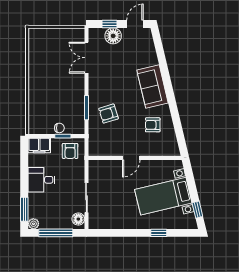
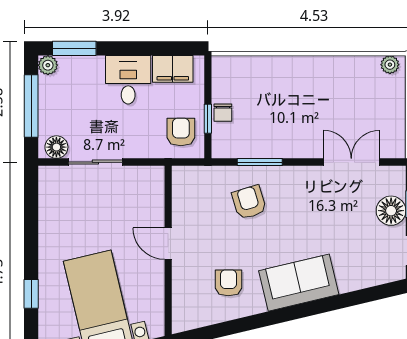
plant: (33, 37) -> (390, 65), added
filing cabinet: (39, 145) -> (173, 69), moved, turned -90
armchair: (70, 151) -> (181, 132), turned 90

